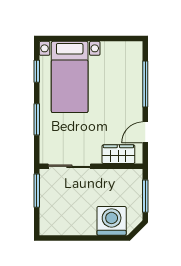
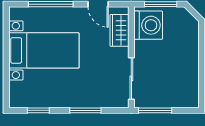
bed with nightstands: (70, 77) -> (44, 50), moved
washing machine: (112, 221) -> (148, 25), moved, turned 180

